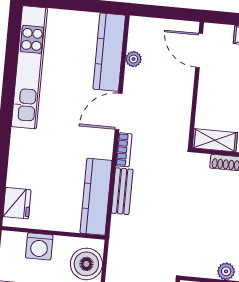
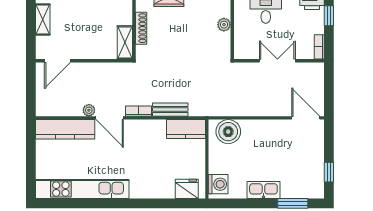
plant: (133, 59) -> (89, 110), moved
kitchen counter: (96, 197) -> (186, 129), width x0.67
washing machine: (39, 246) -> (218, 184), moved

